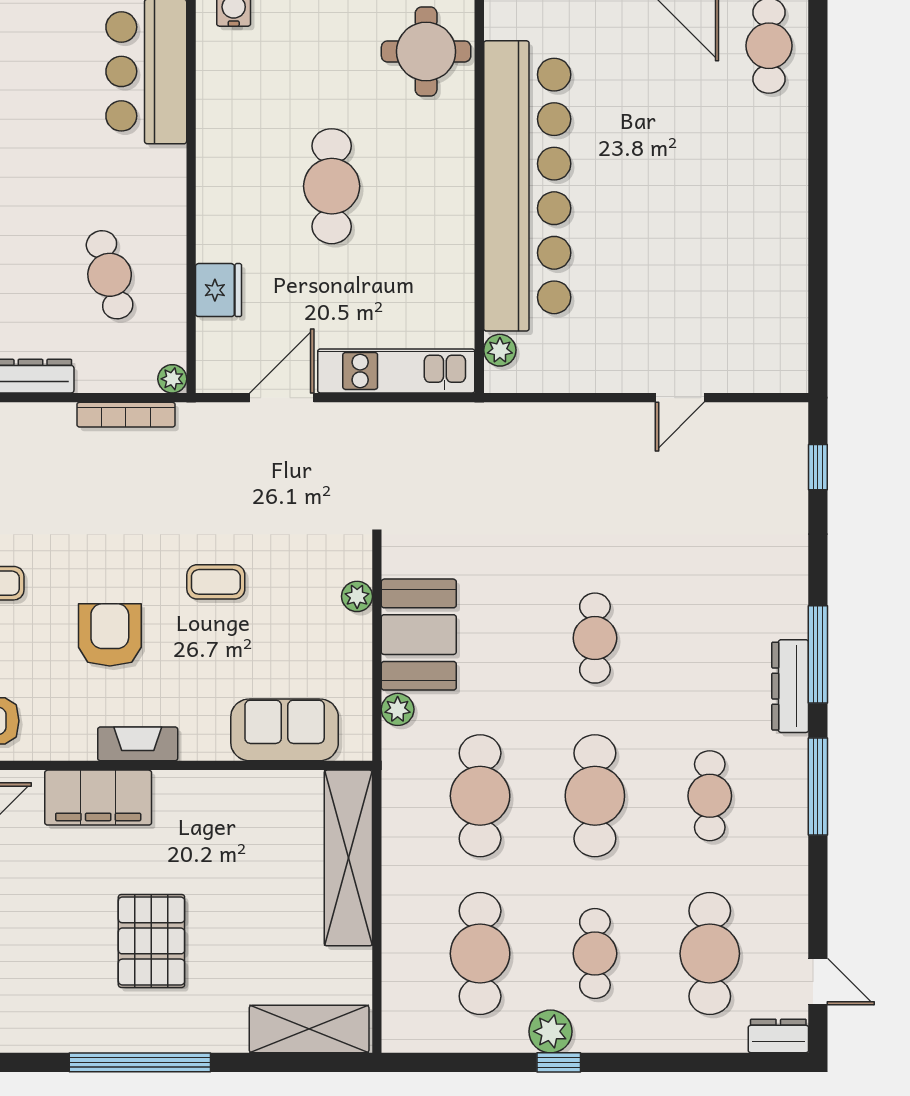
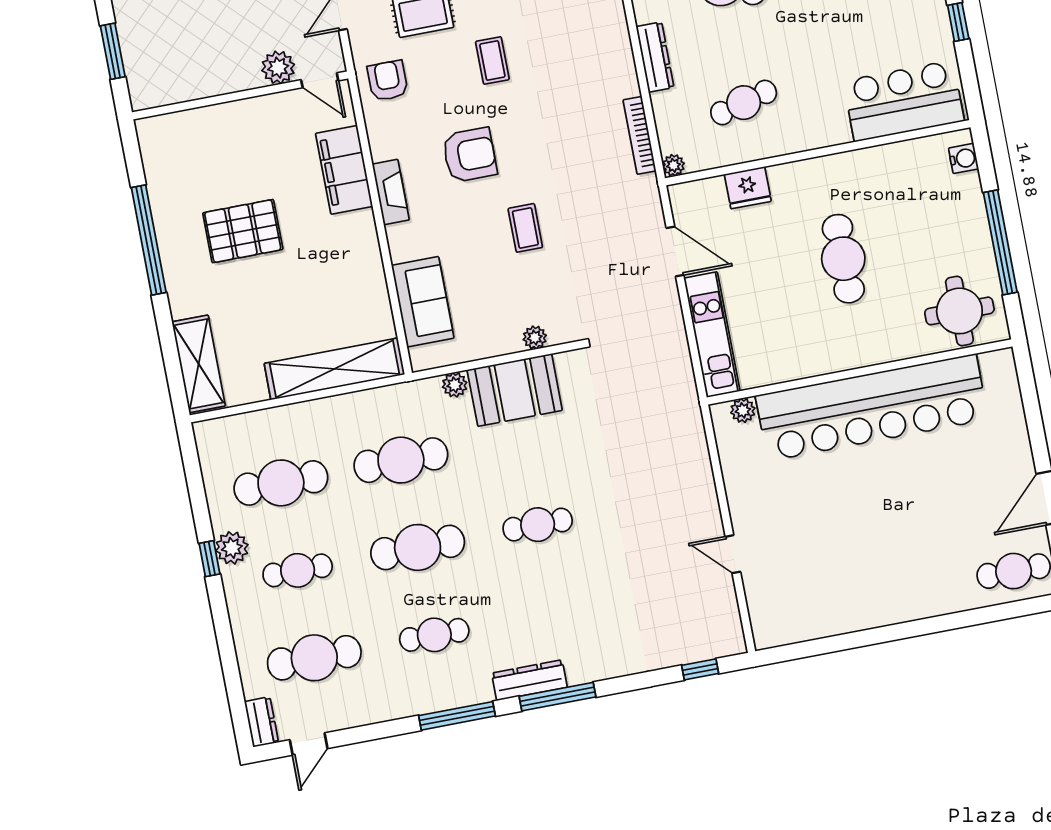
cafe table: (332, 186) -> (843, 259), turned 90

